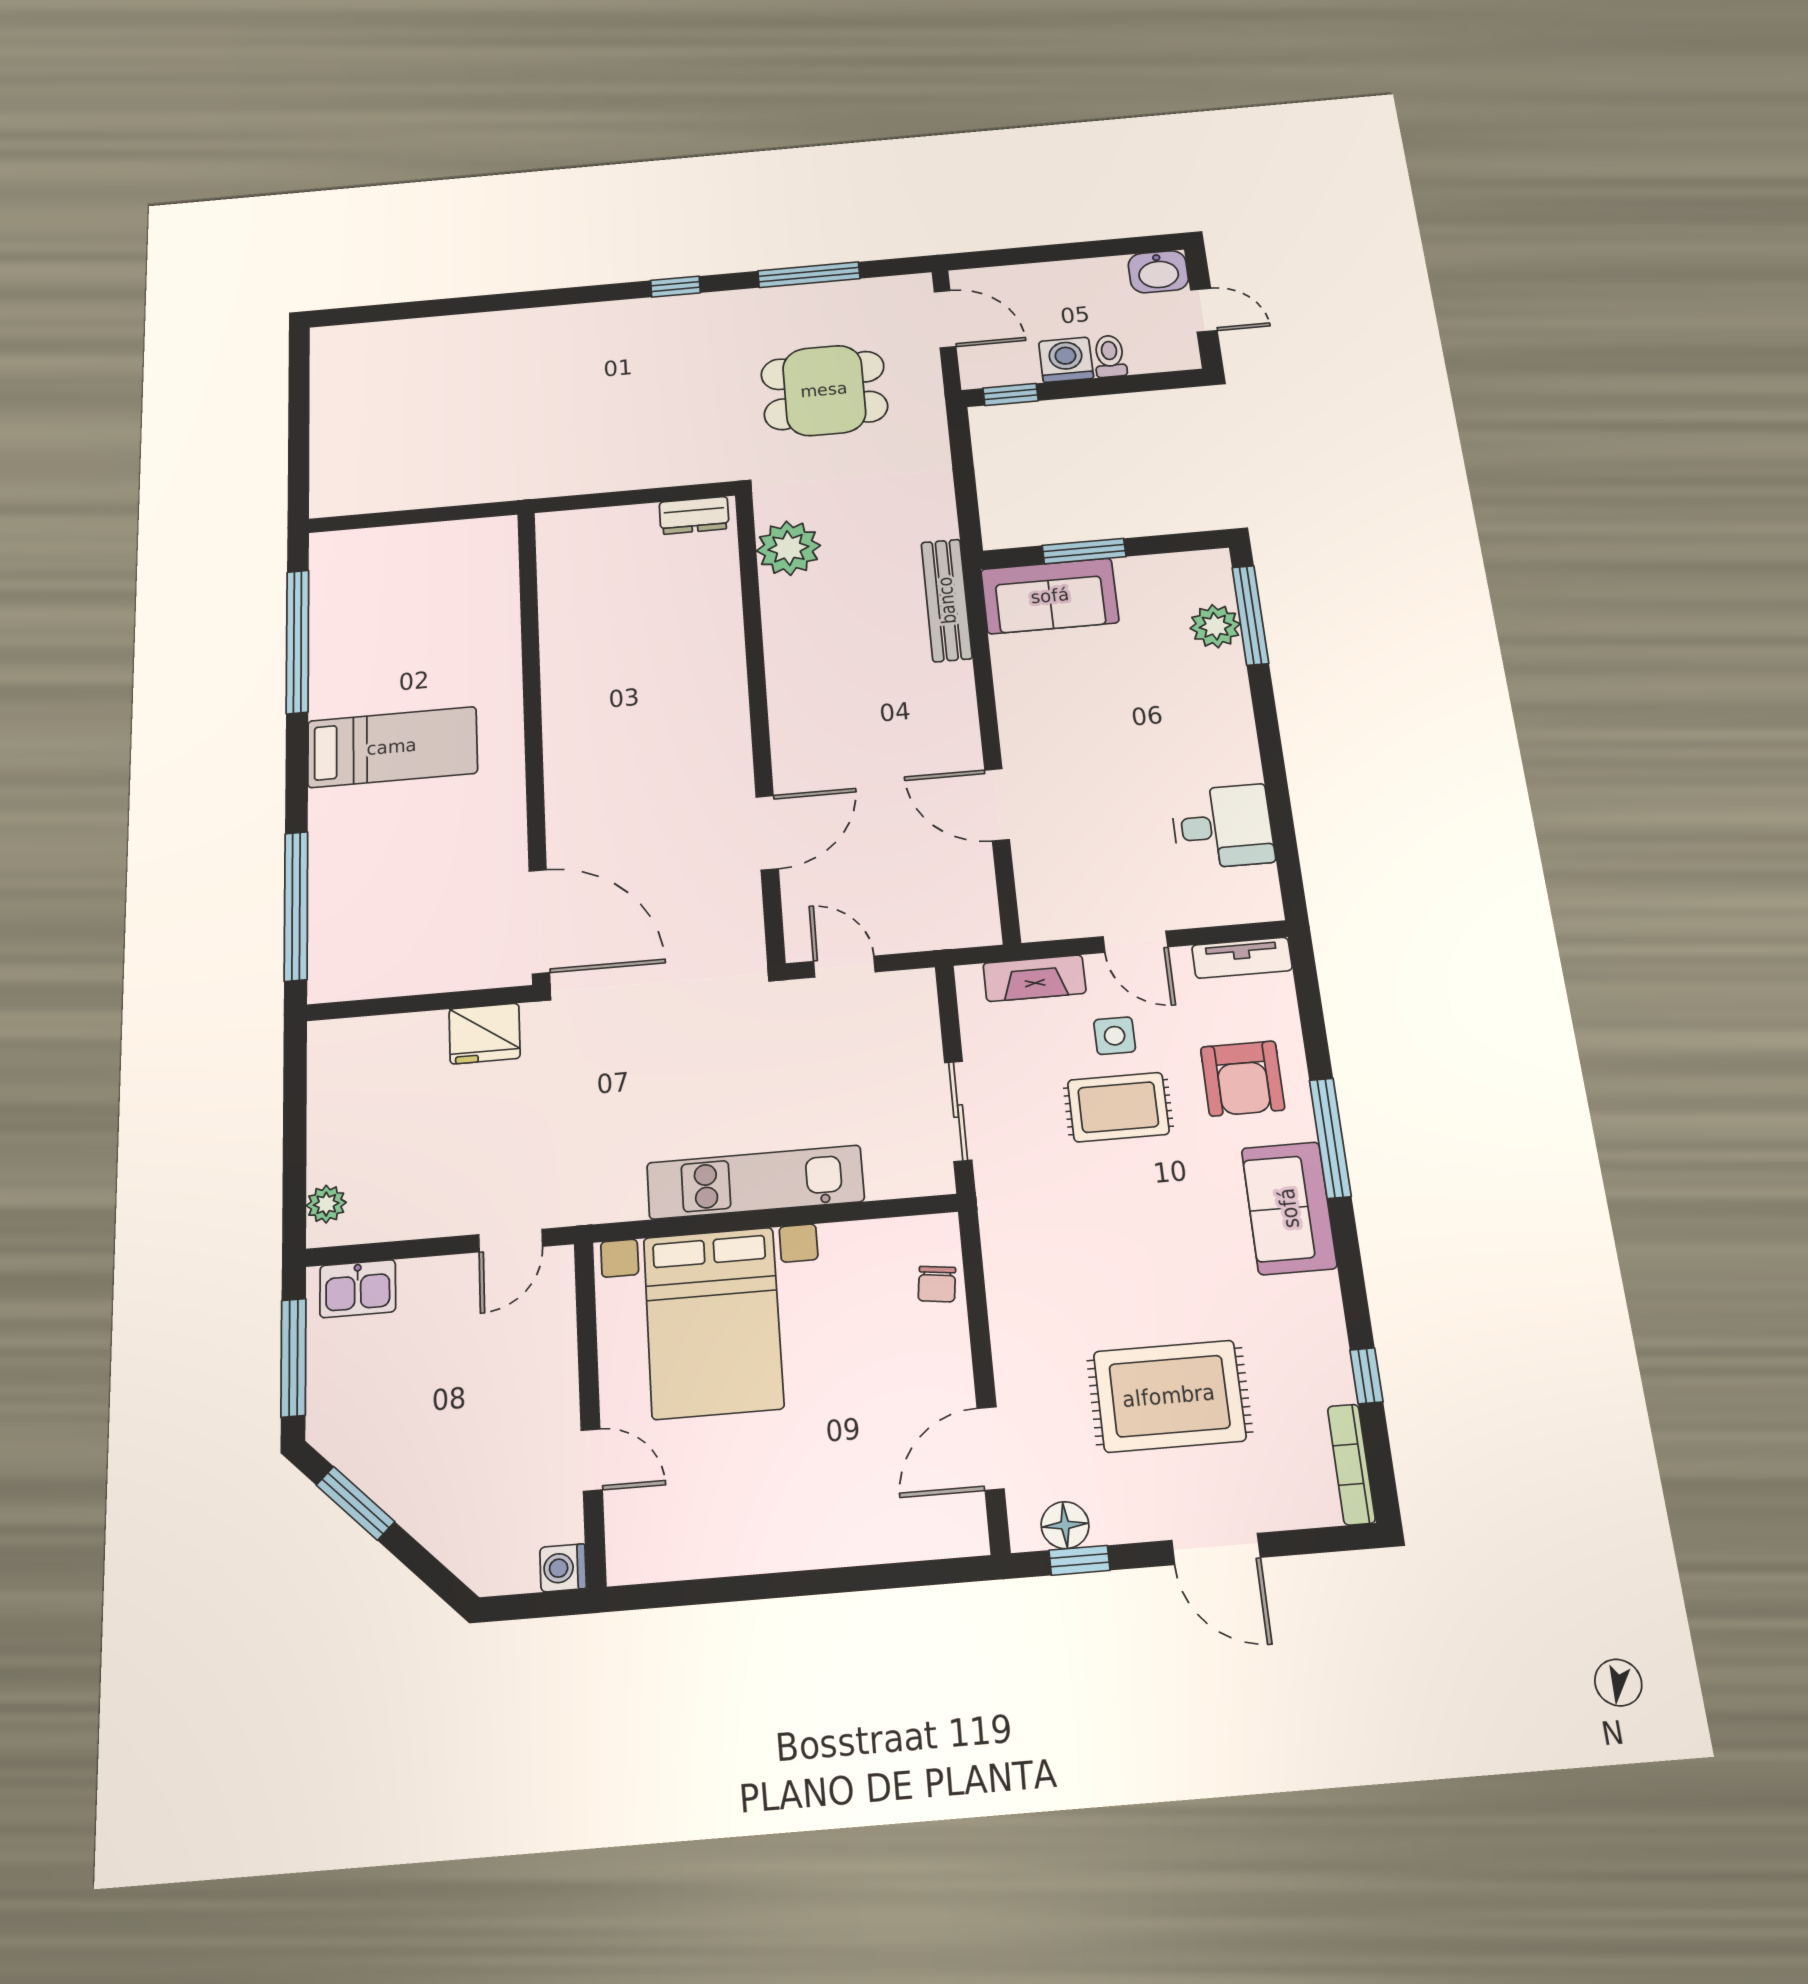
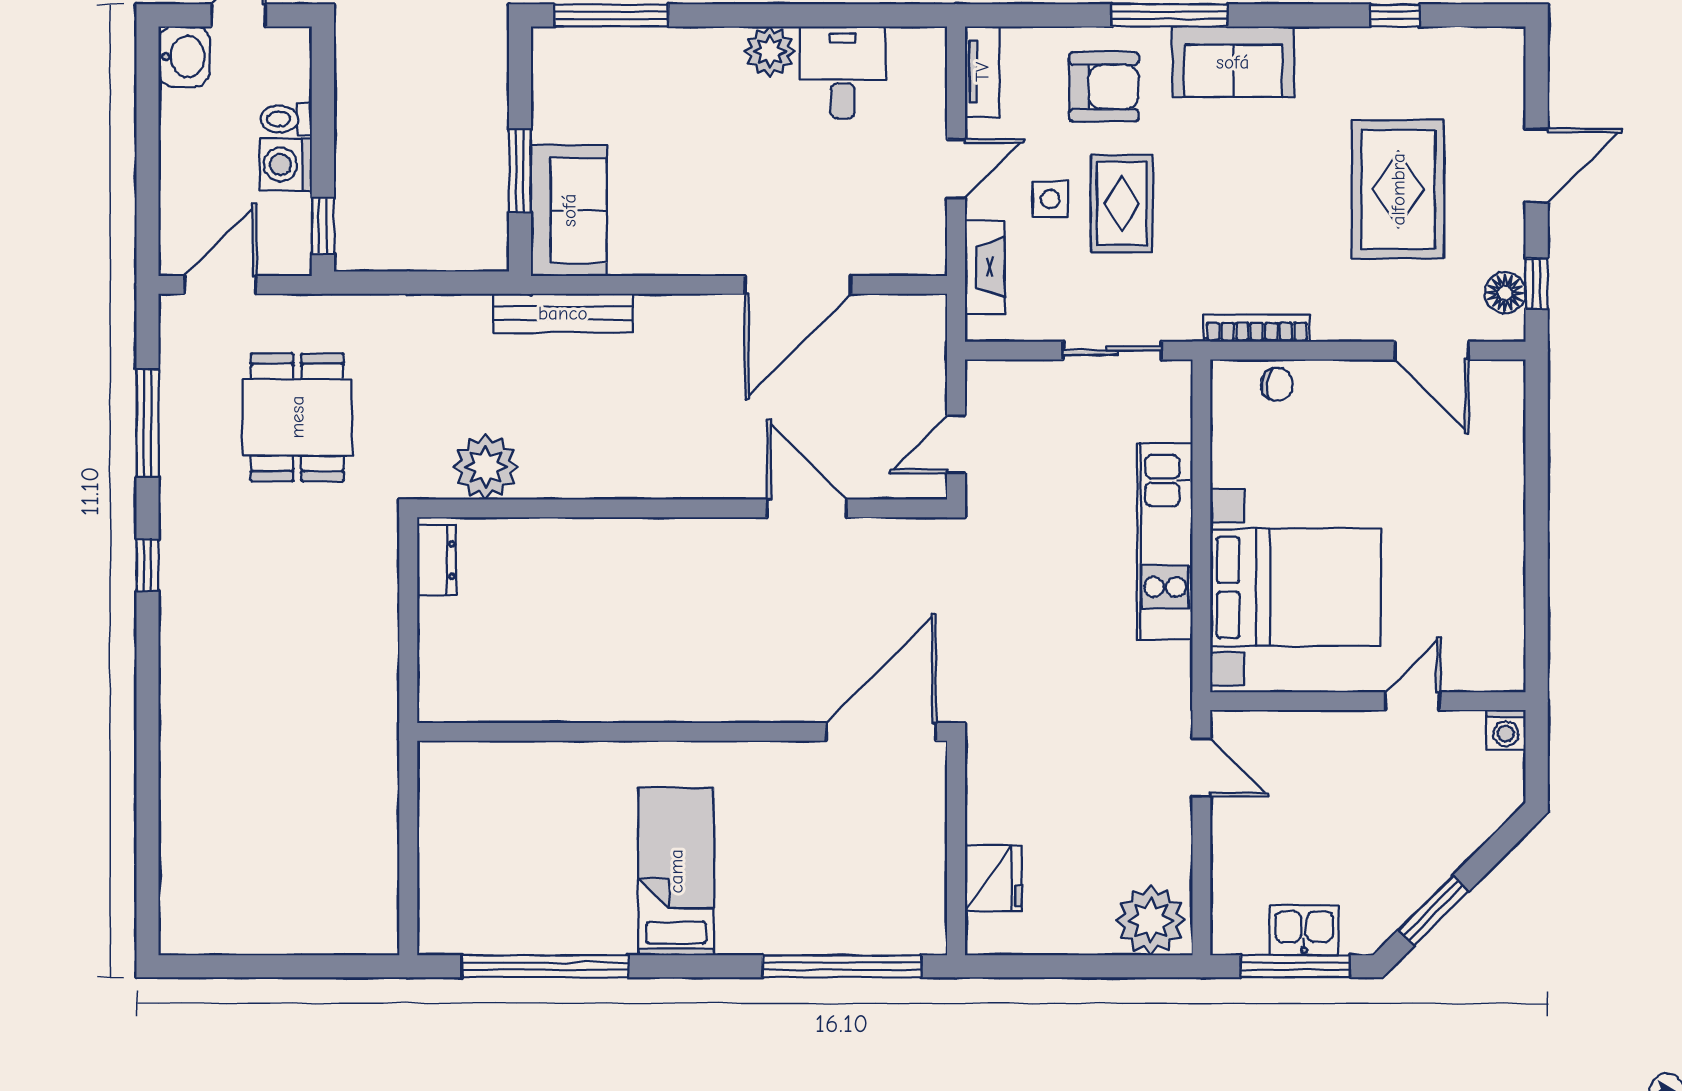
plant: (1215, 626) -> (770, 51), moved
door: (997, 805) -> (798, 285), width x1.36
fridge: (485, 1034) -> (993, 879), moved
plant: (326, 1204) -> (1151, 920), width x1.87, depth x1.87
kitchen sink: (358, 1289) -> (1304, 930), moved, turned -90
bookcase: (1351, 1464) -> (1257, 328), moved, turned 180

